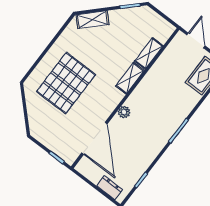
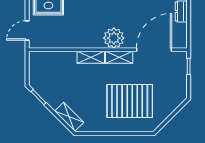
shelving: (149, 53) -> (119, 57), moved
plant: (124, 112) -> (114, 38), width x1.88, depth x1.88

